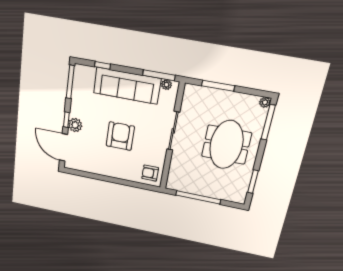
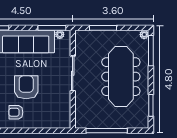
meeting table: (226, 145) -> (121, 77), width x1.36
armchair: (150, 173) -> (16, 112), moved

